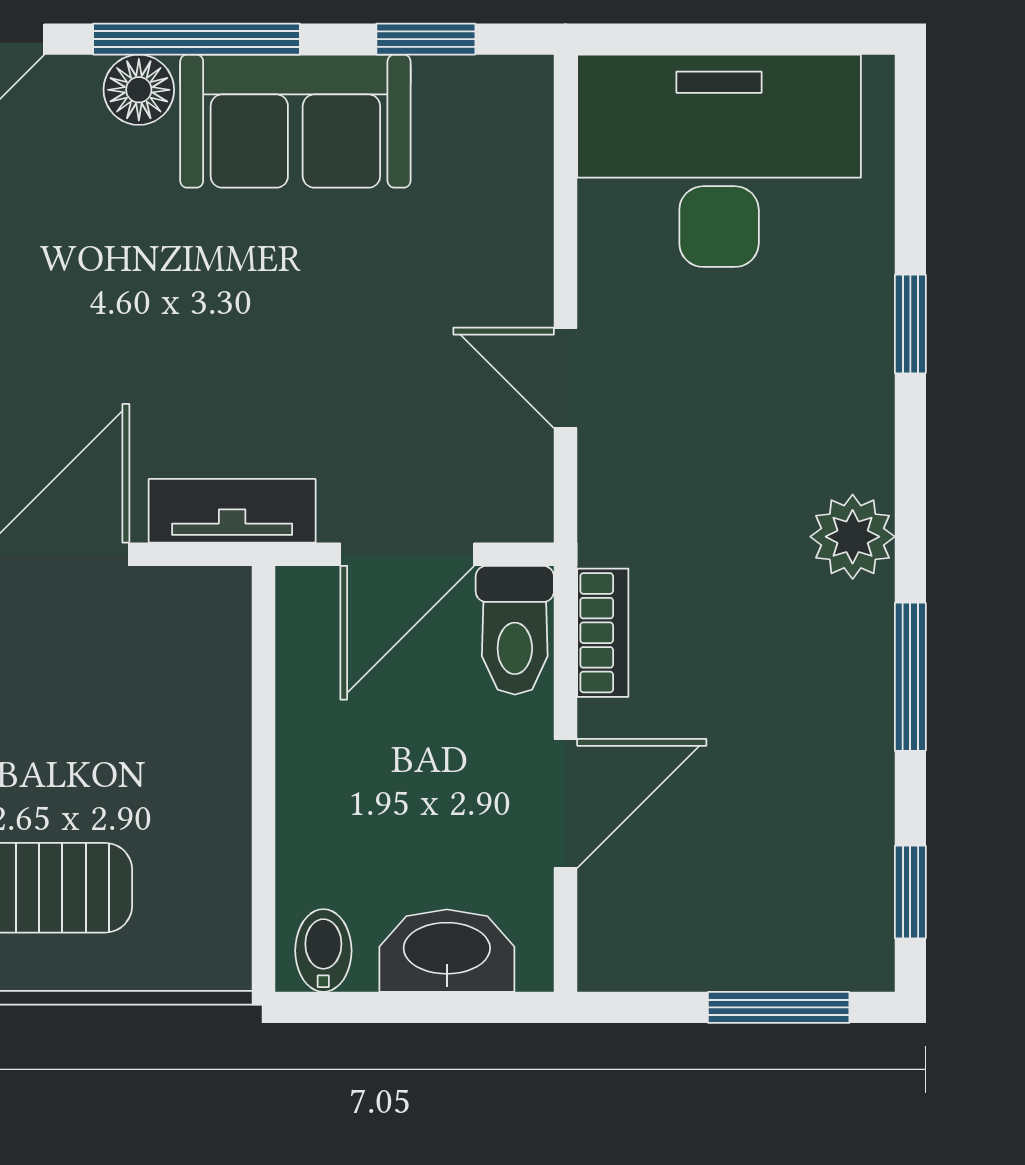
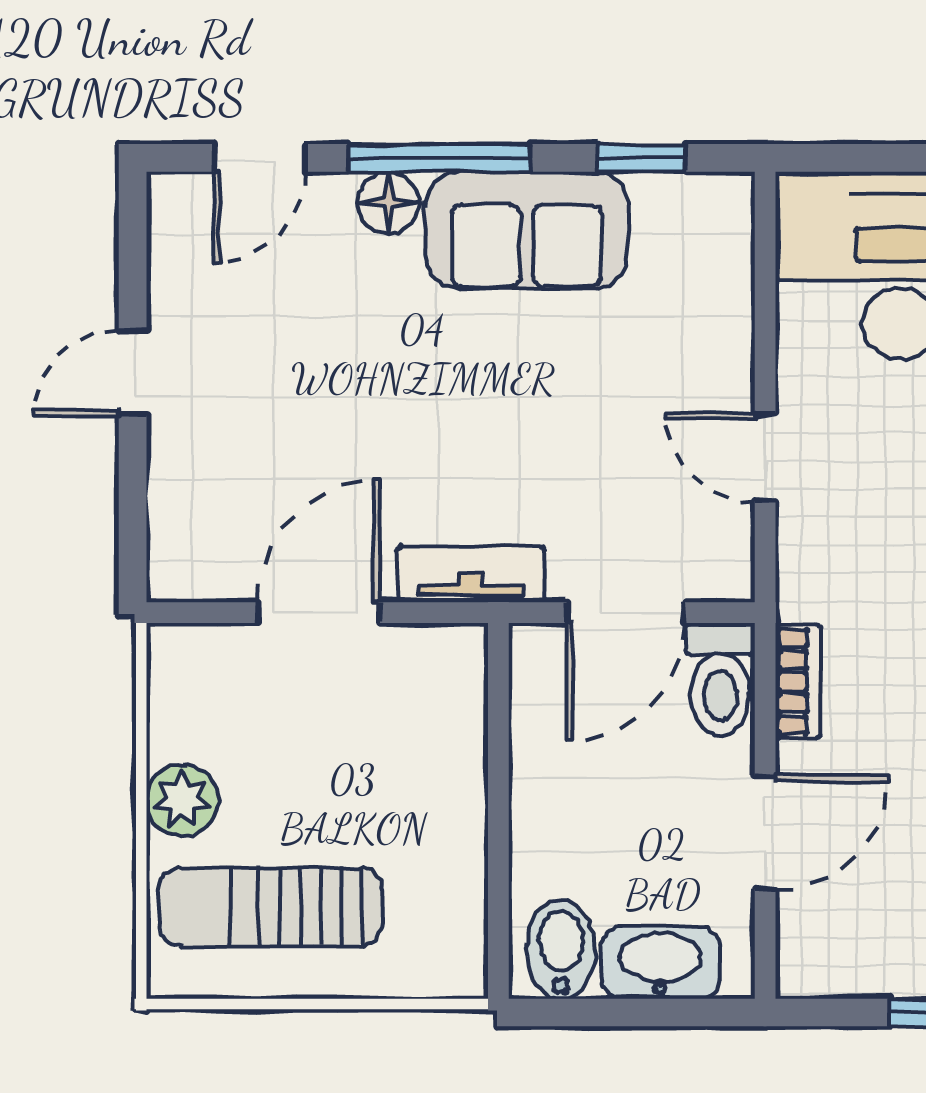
bidet: (323, 951) -> (561, 949), width x1.38, depth x1.36

